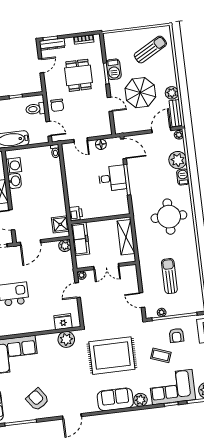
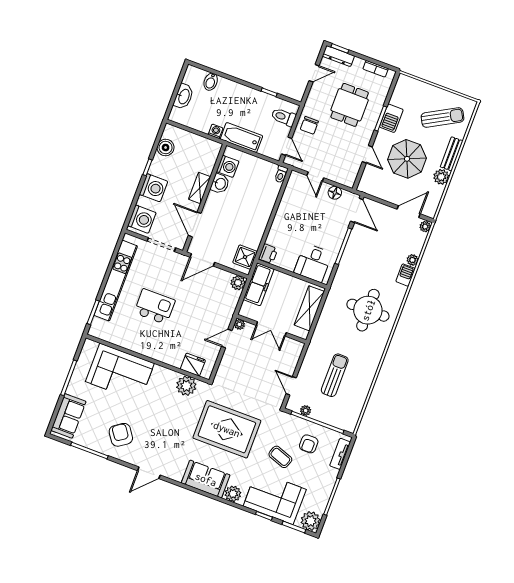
bench: (176, 113) -> (452, 154), moved
plant: (178, 160) -> (412, 260), width x0.53, depth x0.53
desk: (112, 178) -> (313, 263), moved, turned 90

